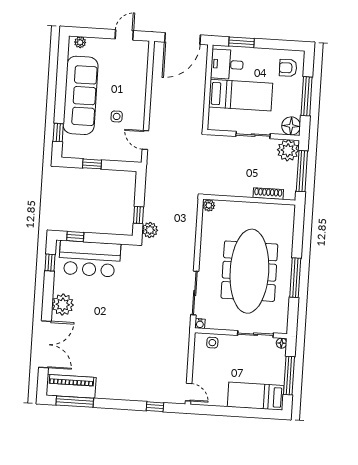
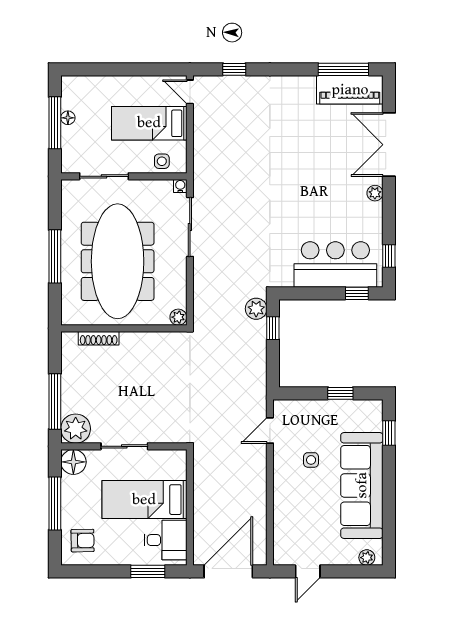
door: (145, 140) -> (270, 430), swing flipped
shoe rack: (268, 194) -> (99, 338), moved
wall: (249, 200) -> (124, 328), moved
plant: (209, 205) -> (178, 317), moved
plant: (63, 305) -> (375, 193), width x0.53, depth x0.53
floor lamp: (281, 343) -> (68, 118), moved
bed: (256, 396) -> (149, 123), moved, turned 180

